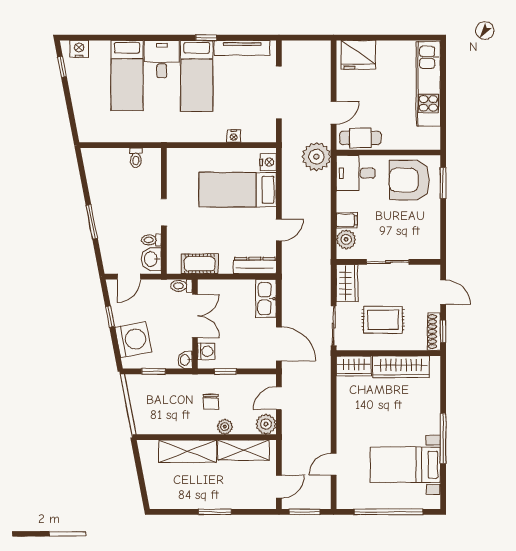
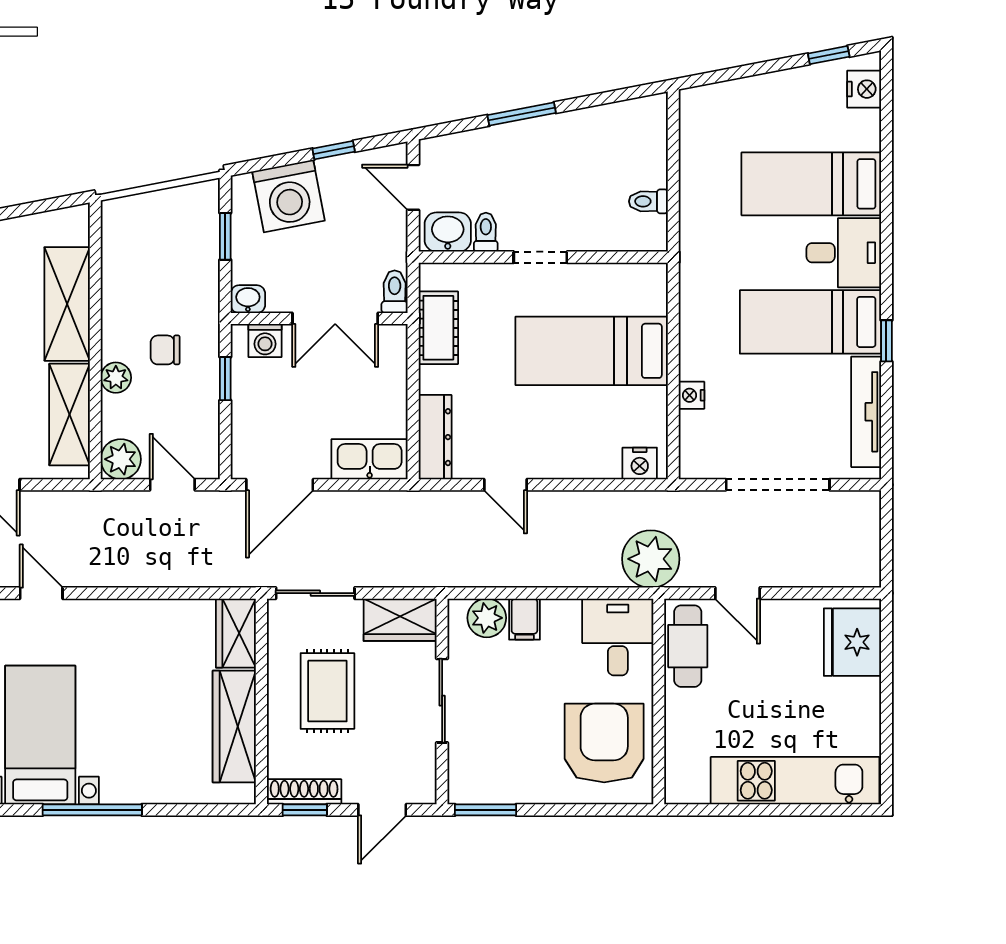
window: (443, 183) -> (485, 810), moved
bed: (238, 190) -> (592, 351), moved, turned -90

